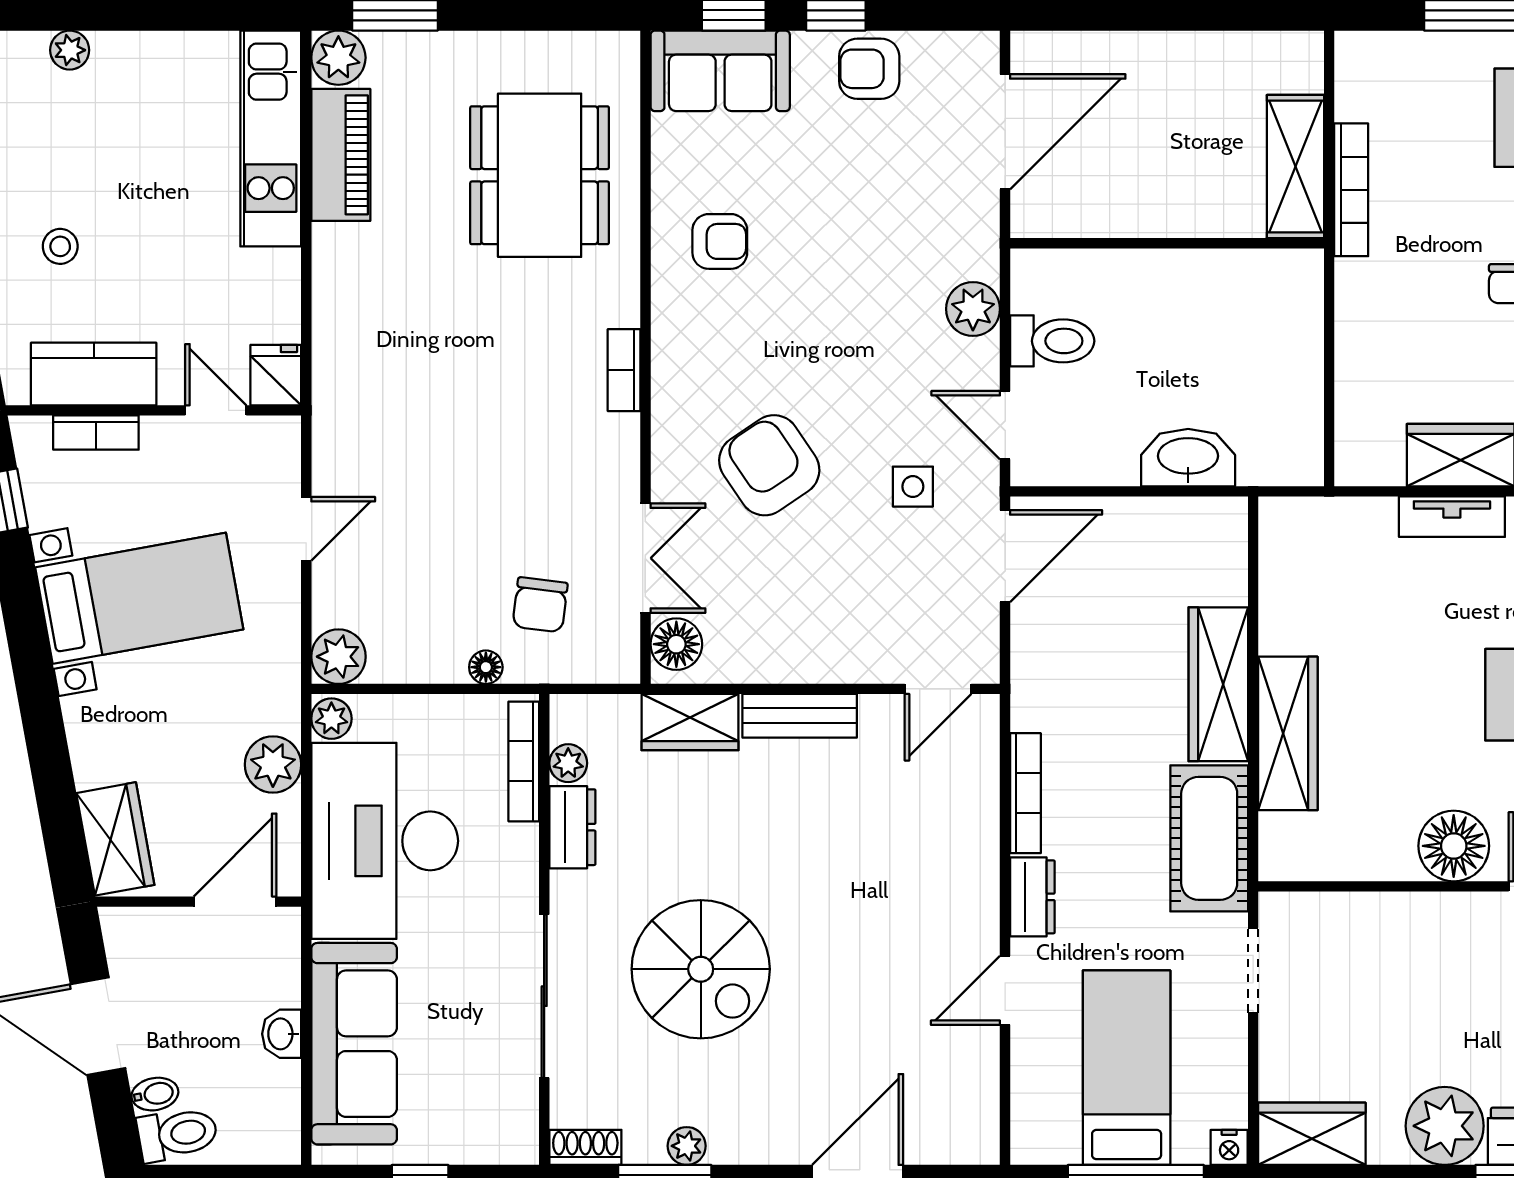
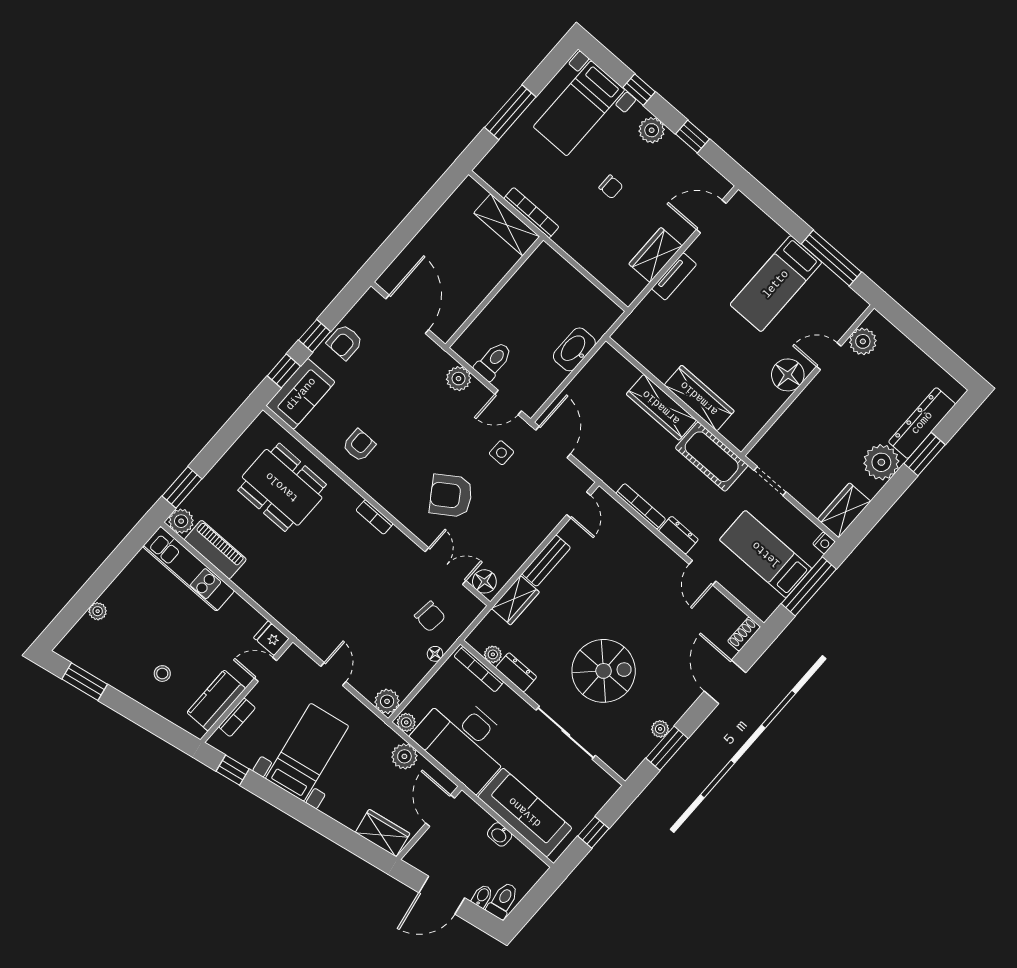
shoe rack: (585, 1147) -> (744, 634), moved

